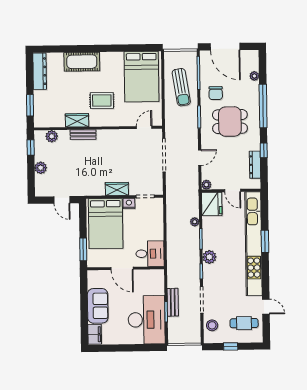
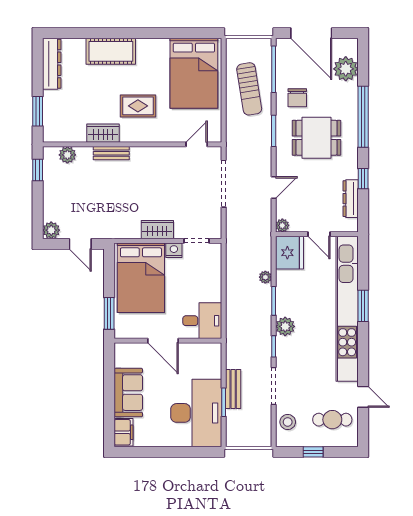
plant: (254, 76) -> (346, 69), width x1.87, depth x1.87
plant: (41, 168) -> (51, 230), moved

